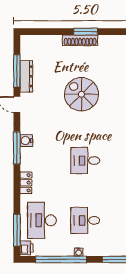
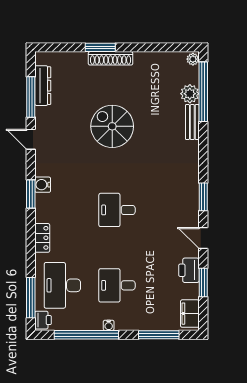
window: (86, 32) -> (100, 47), moved
dresser: (26, 76) -> (43, 86), moved
window: (17, 148) -> (31, 194), width x0.69

